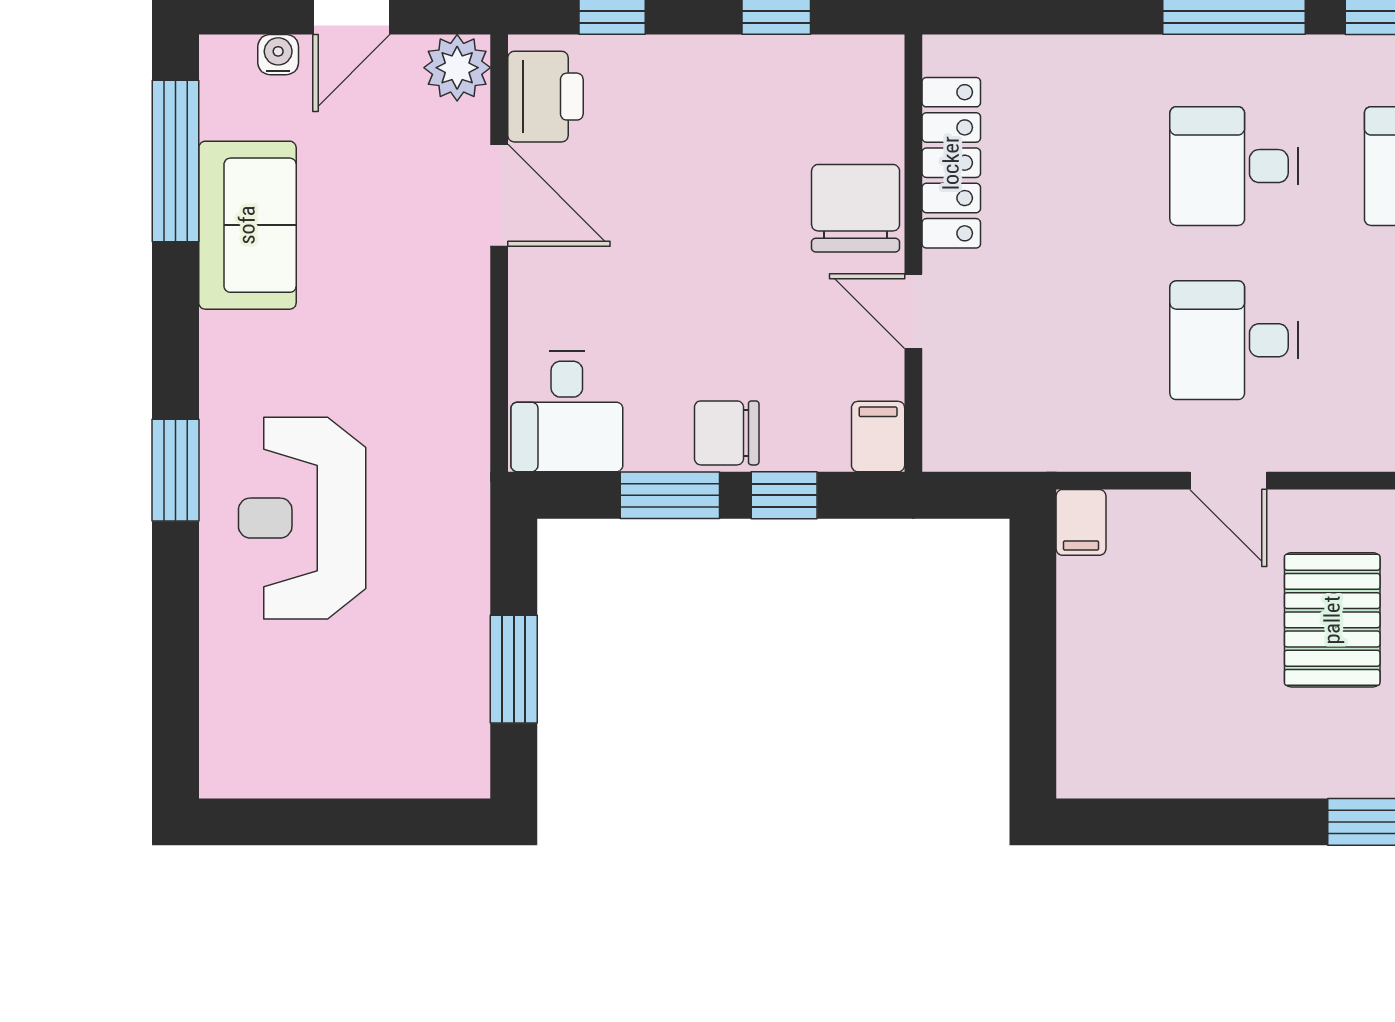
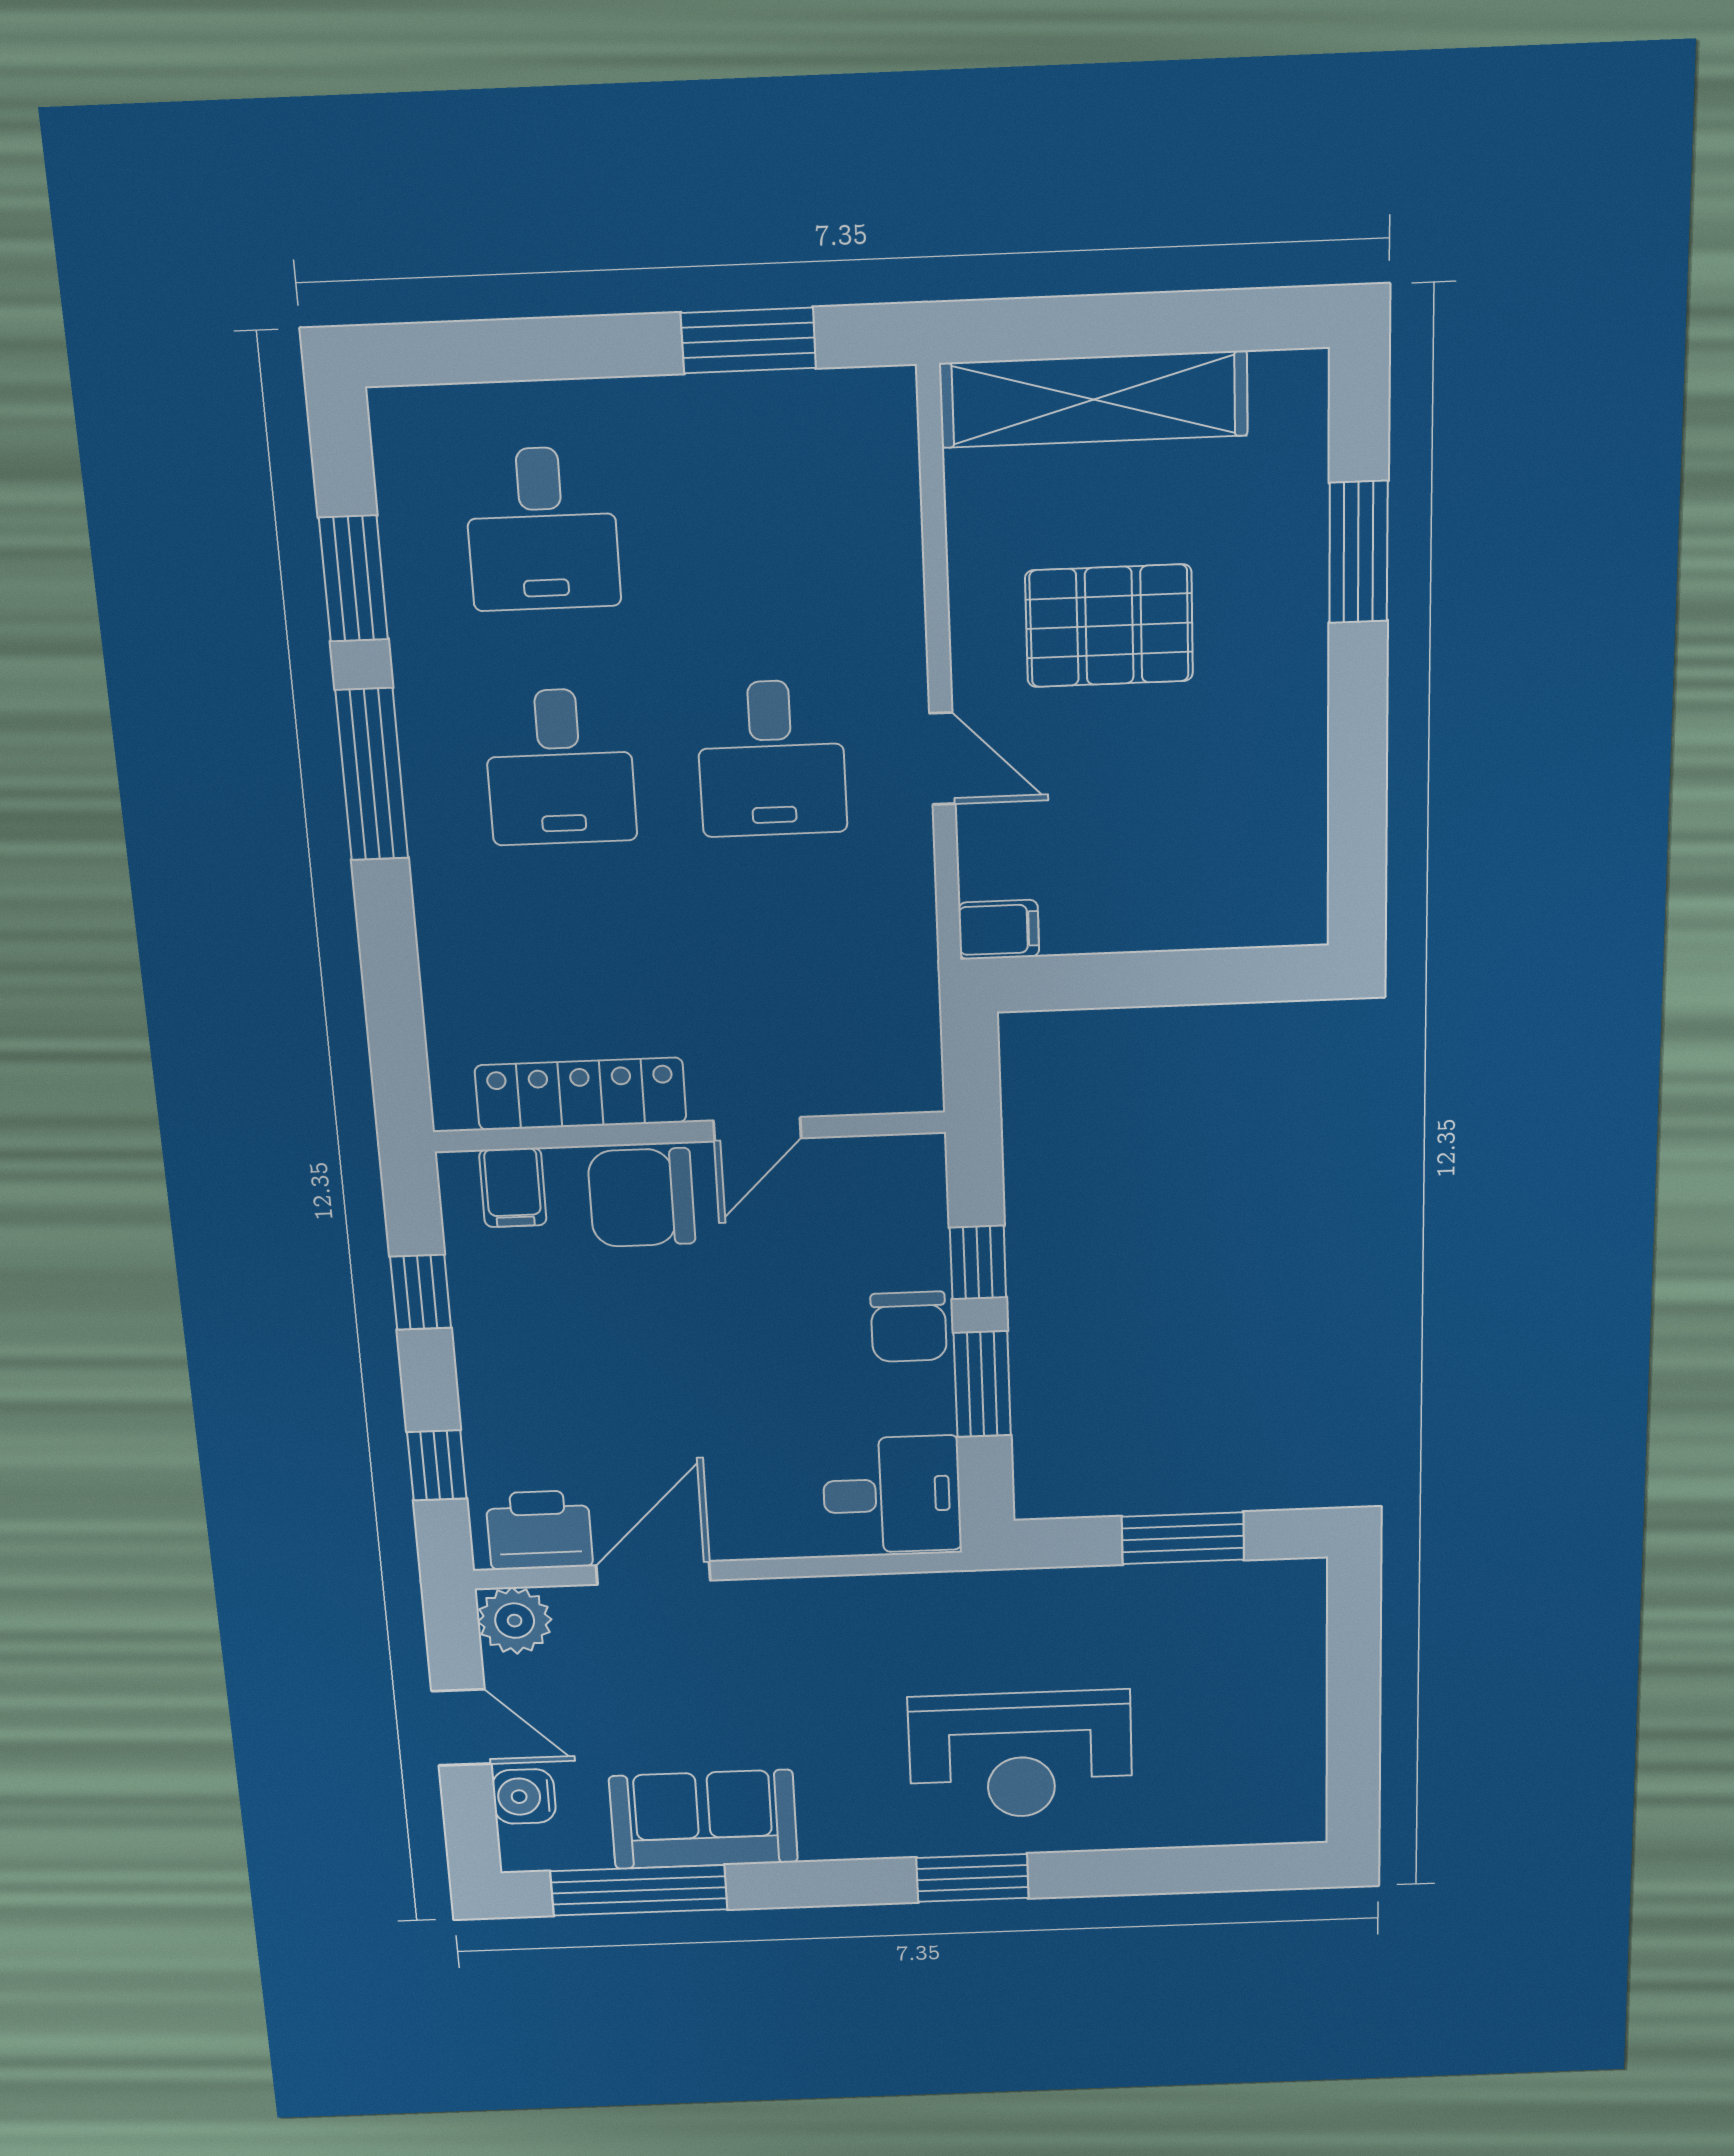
water cooler: (278, 55) -> (524, 1796), width x1.38, depth x1.38
filing cabinet: (878, 437) -> (513, 1188), moved, turned -90
door: (1228, 481) -> (942, 759), hinge flipped

